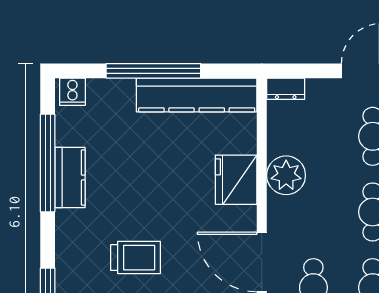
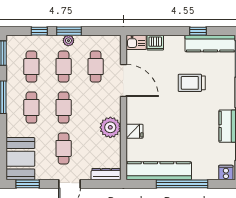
dresser: (286, 89) -> (106, 174), width x1.44
fridge: (236, 180) -> (134, 131), width x0.53, depth x0.75

